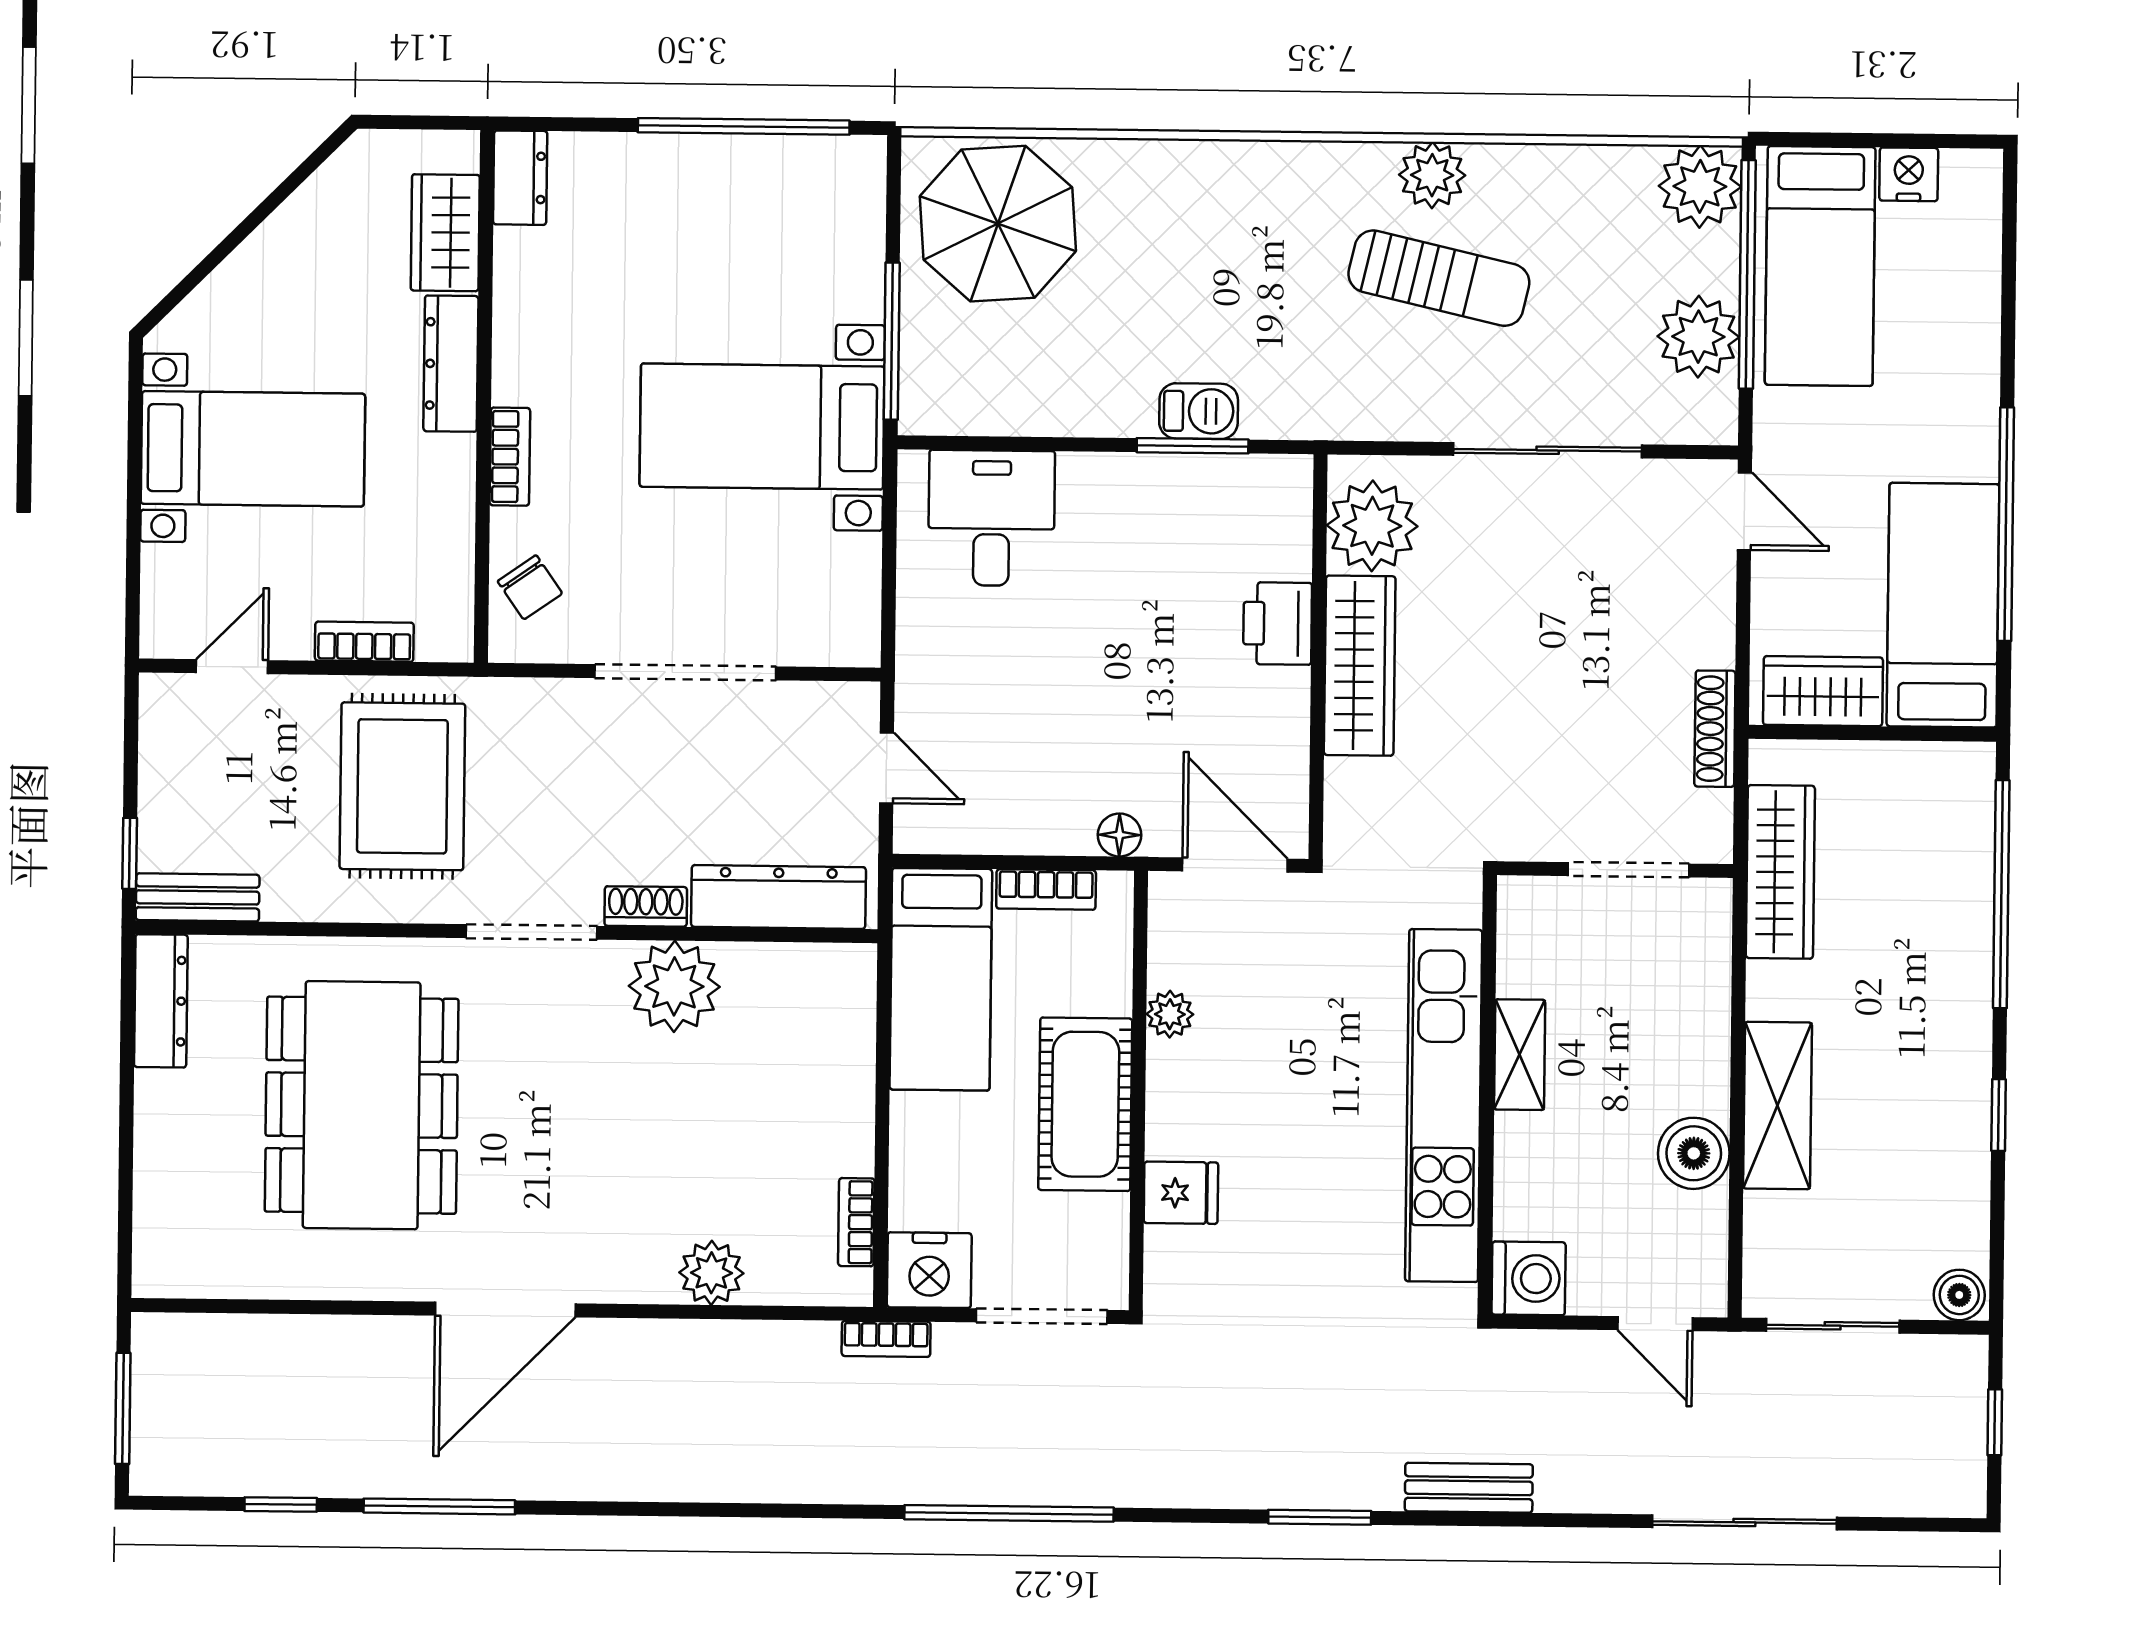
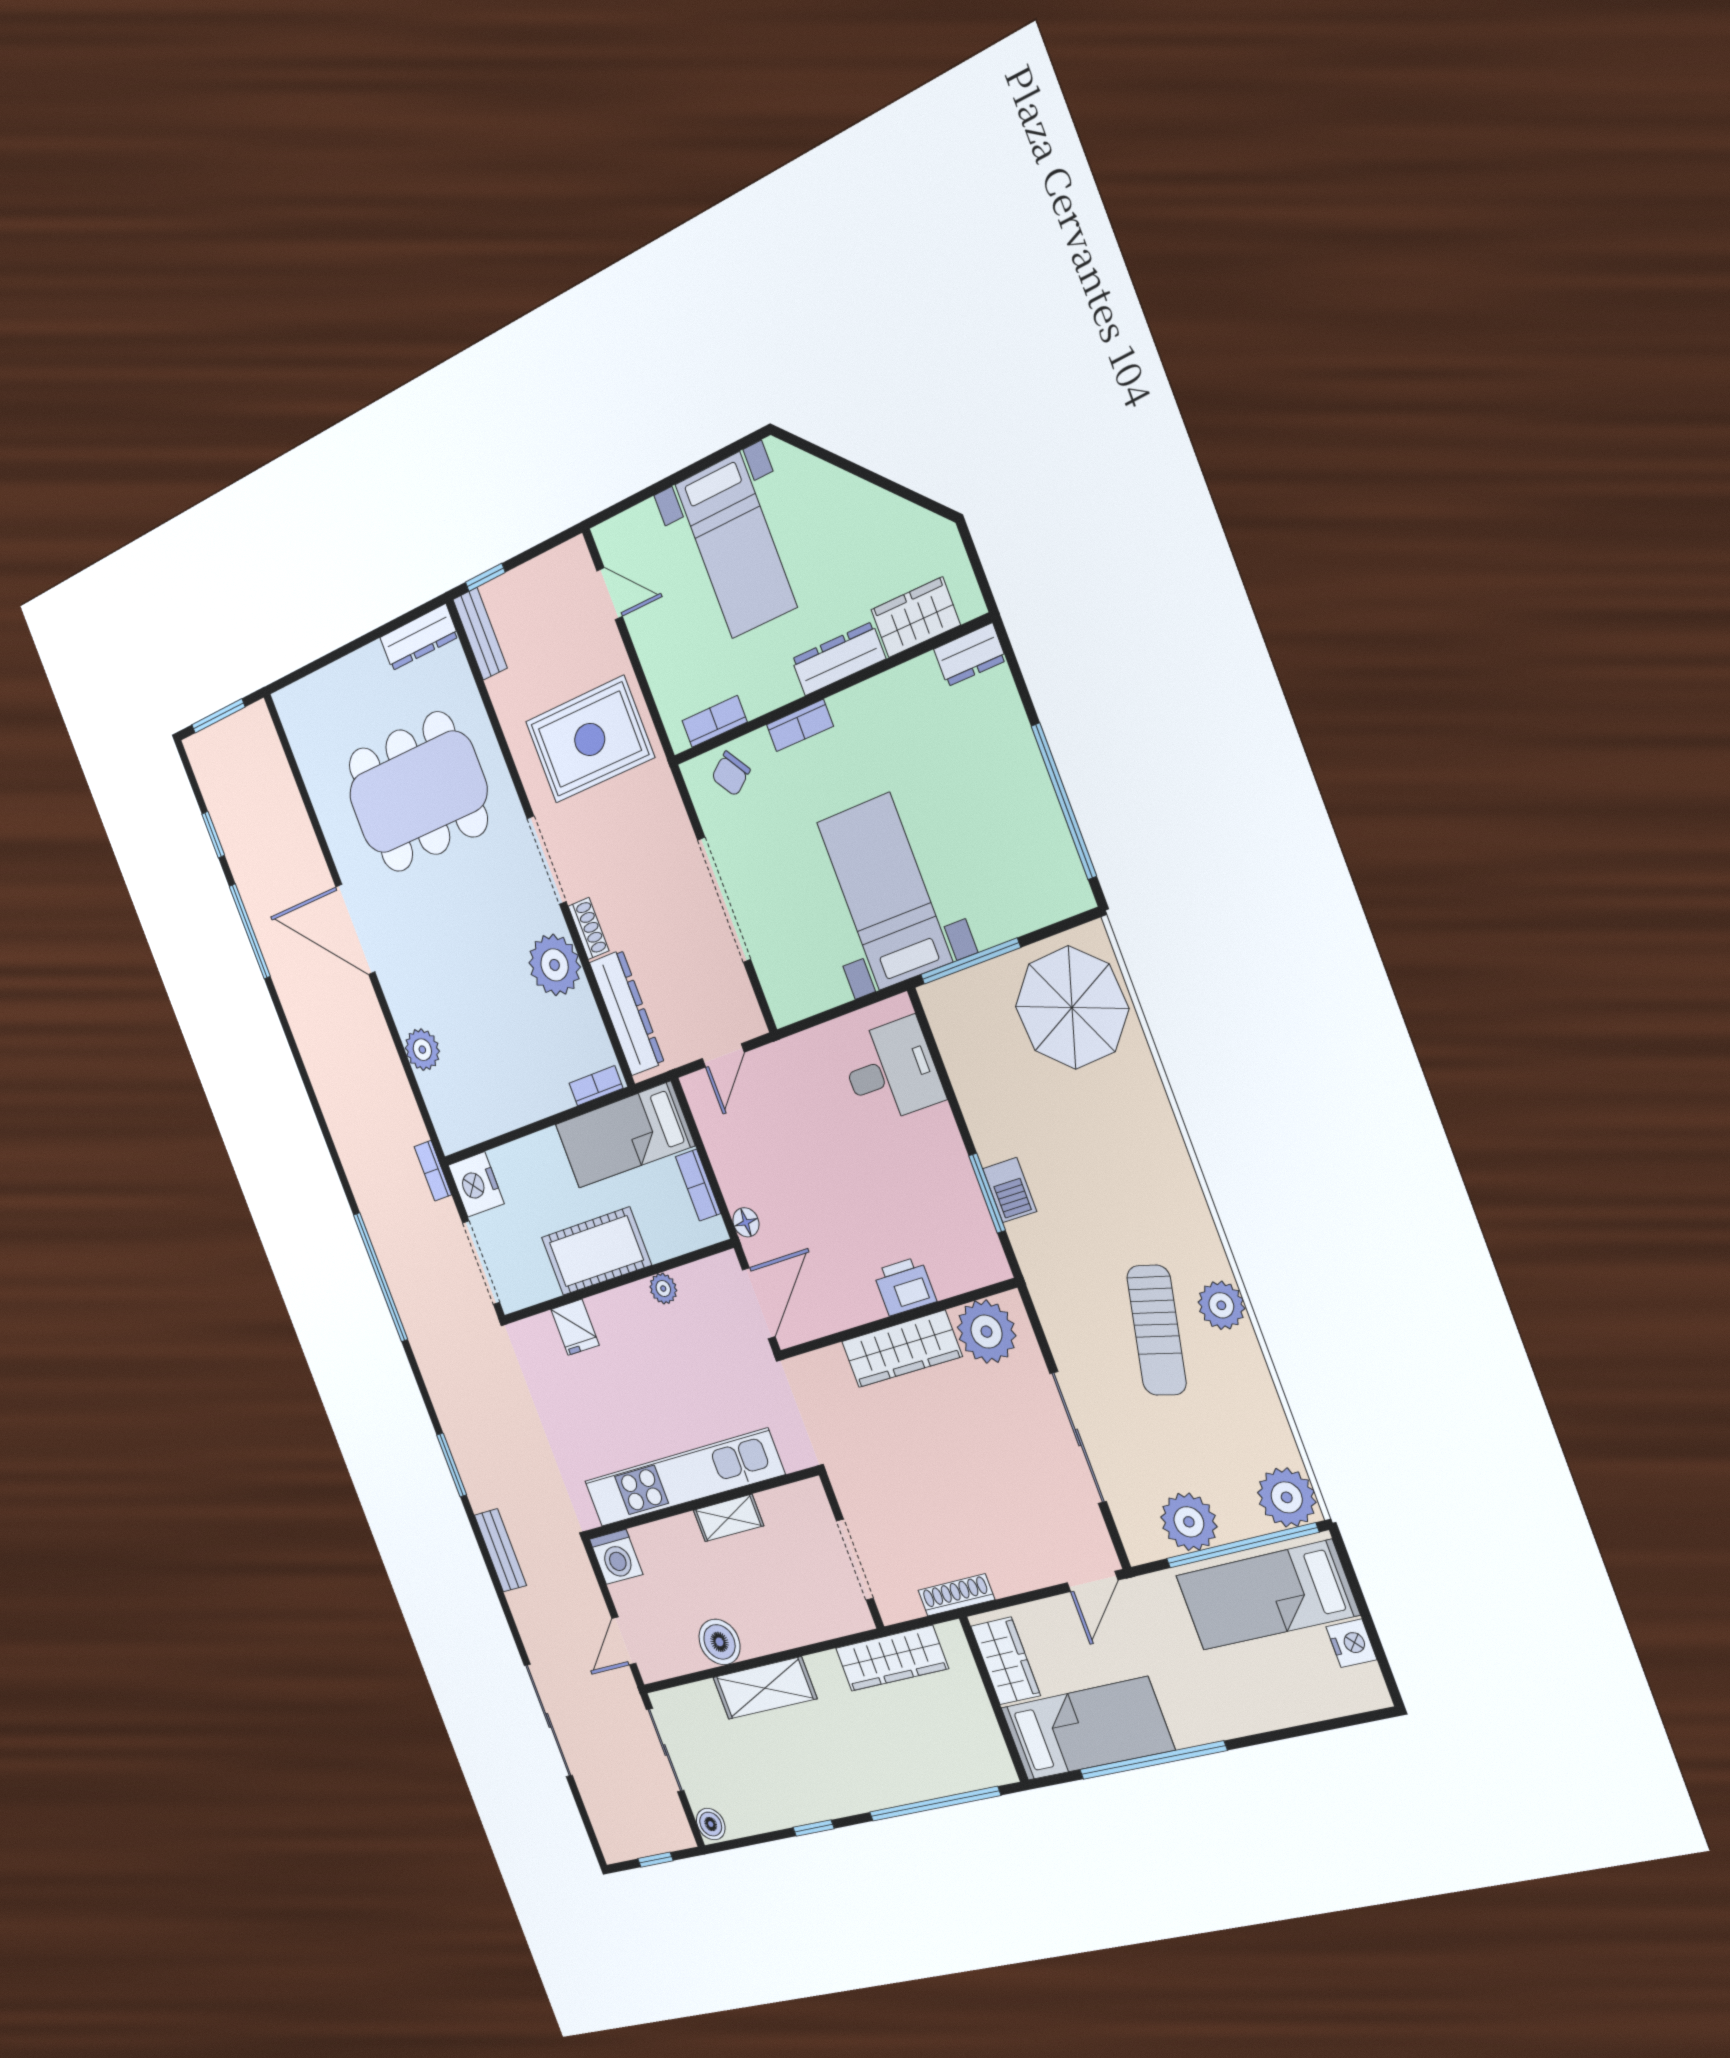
bookcase: (364, 642) -> (715, 721), moved, turned -90
bookcase: (856, 1222) -> (596, 1086), moved

